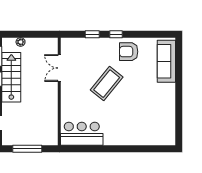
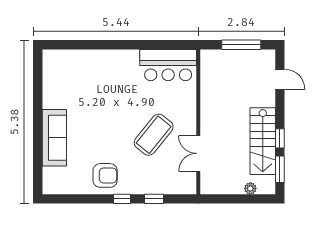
sofa: (166, 61) -> (54, 138), moved
double door: (59, 68) -> (198, 153), swing flipped
coffee table: (107, 84) -> (154, 135), moved

